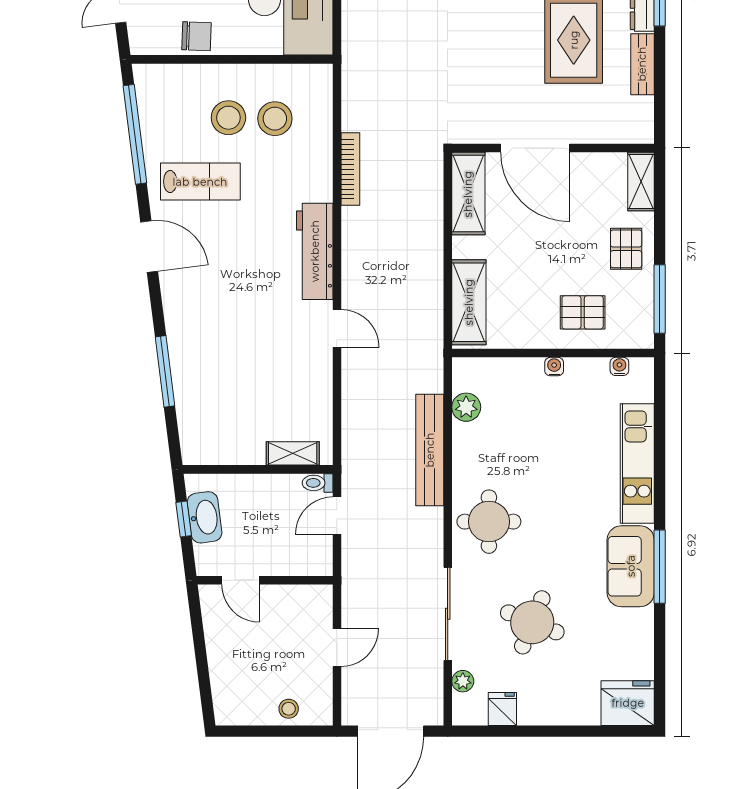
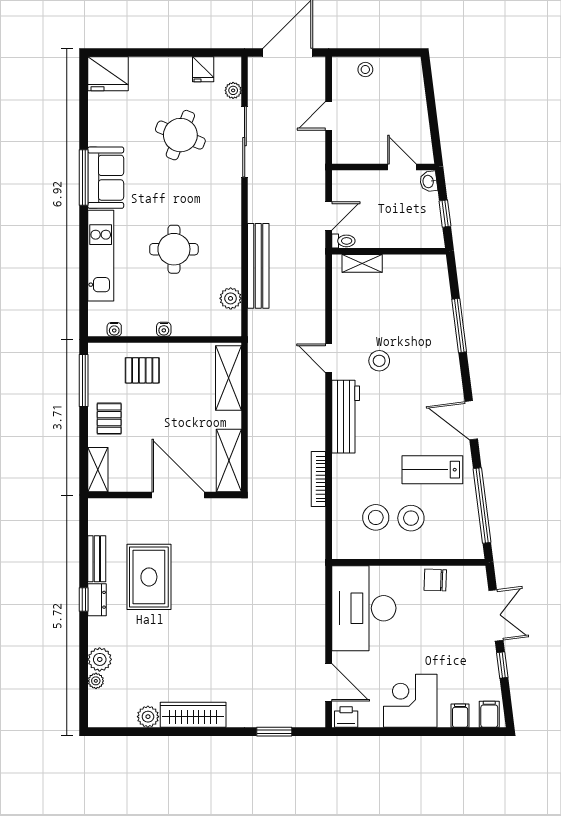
stool: (270, 325) -> (379, 361), added
washbasin: (205, 517) -> (429, 181), moved, width x0.52, depth x0.69
round table: (489, 522) -> (174, 249), moved

